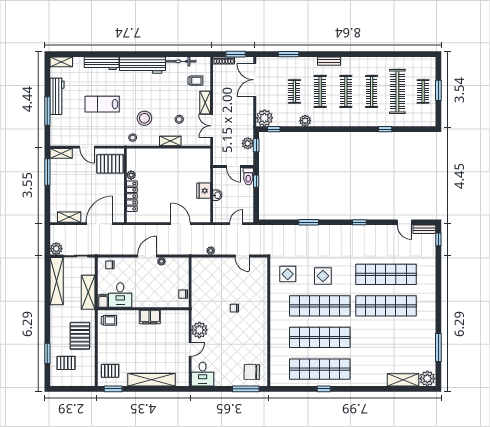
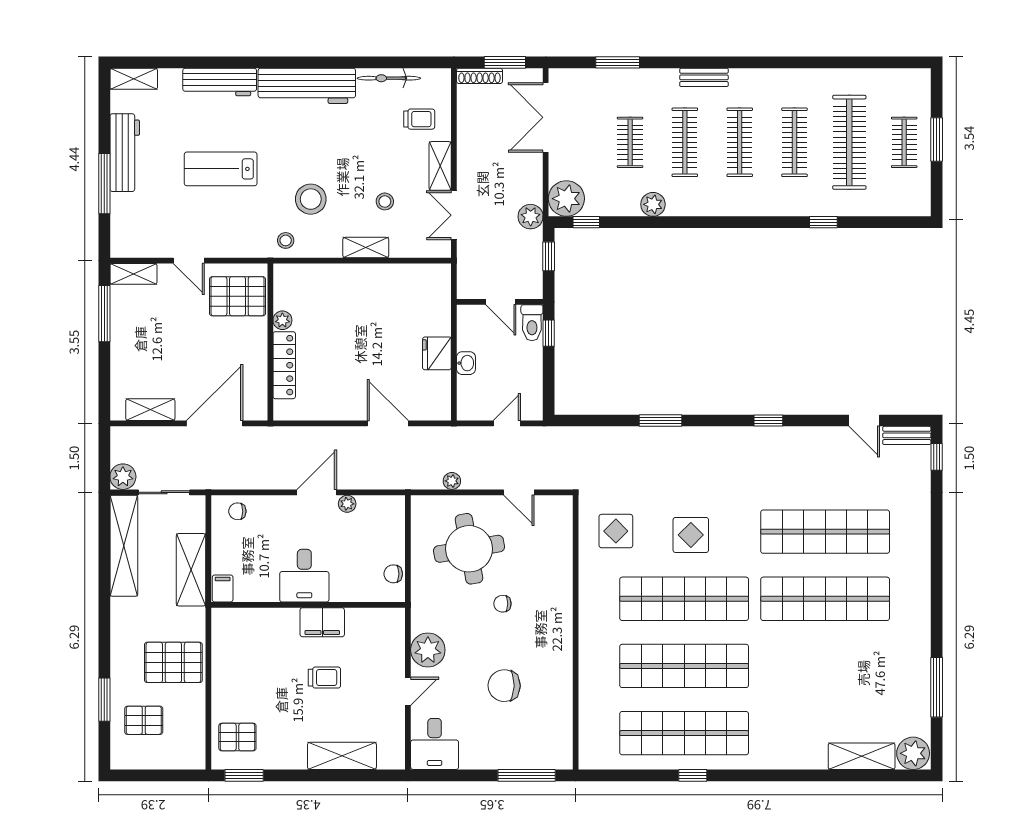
plant: (248, 143) -> (531, 217), moved
round table: (219, 282) -> (469, 549), added
desk: (120, 295) -> (304, 576), moved
trolley: (109, 320) -> (324, 678), moved
pallet: (80, 336) -> (173, 662), turned 90
chair: (252, 372) -> (504, 686), moved
shelving: (152, 380) -> (342, 756), width x0.68

